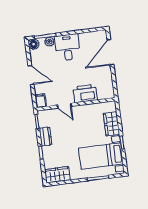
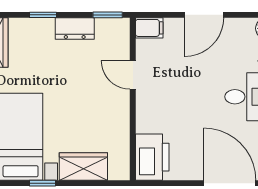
printer: (85, 93) -> (152, 157), moved
door: (64, 106) -> (133, 75), hinge flipped

